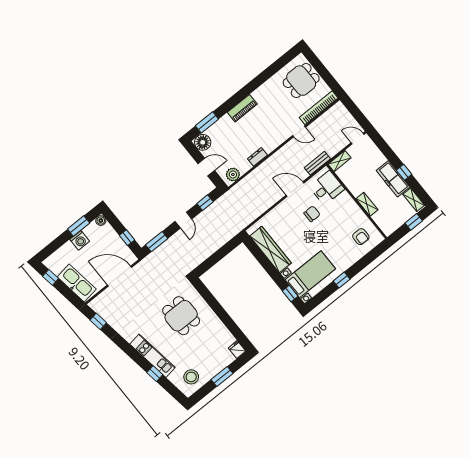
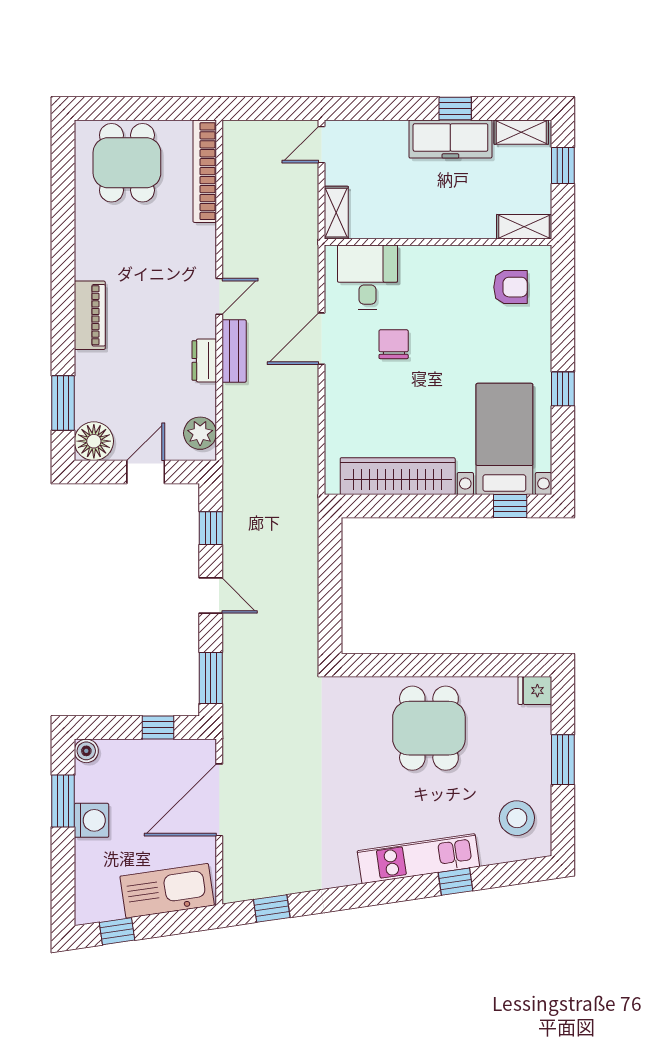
door: (299, 131) -> (219, 296), moved
bench: (317, 163) -> (234, 351), moved
shelving: (367, 204) -> (524, 227), moved
dining table: (181, 316) -> (429, 728), moved, turned 90

